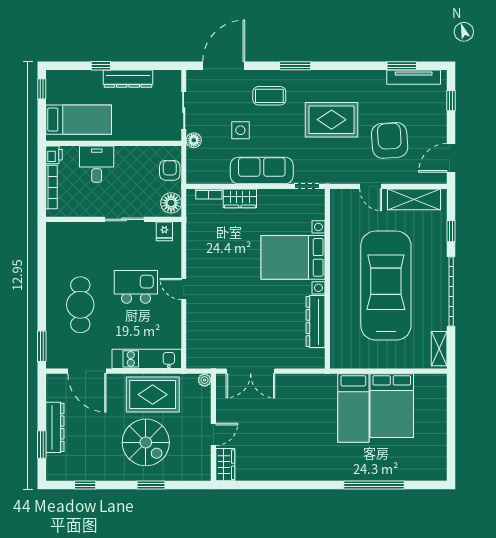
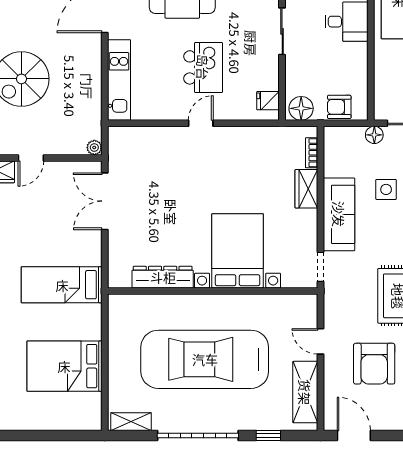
armchair: (390, 140) -> (374, 364), turned 94
armchair: (170, 170) -> (339, 107), turned 180
door: (371, 186) -> (321, 341), hinge flipped
sliding door: (124, 219) -> (282, 31), moved
car: (386, 286) -> (205, 359), turned 180
rug: (153, 395) -> (77, 87), removed
bed: (353, 408) -> (62, 285), moved
door: (213, 434) -> (31, 158), hinge flipped

